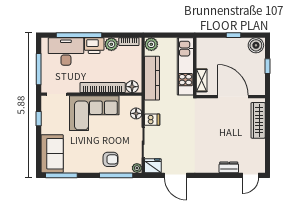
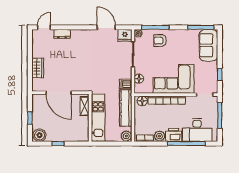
dishwasher: (152, 120) -> (126, 84), moved
wardrobe: (258, 120) -> (38, 68), width x0.67

